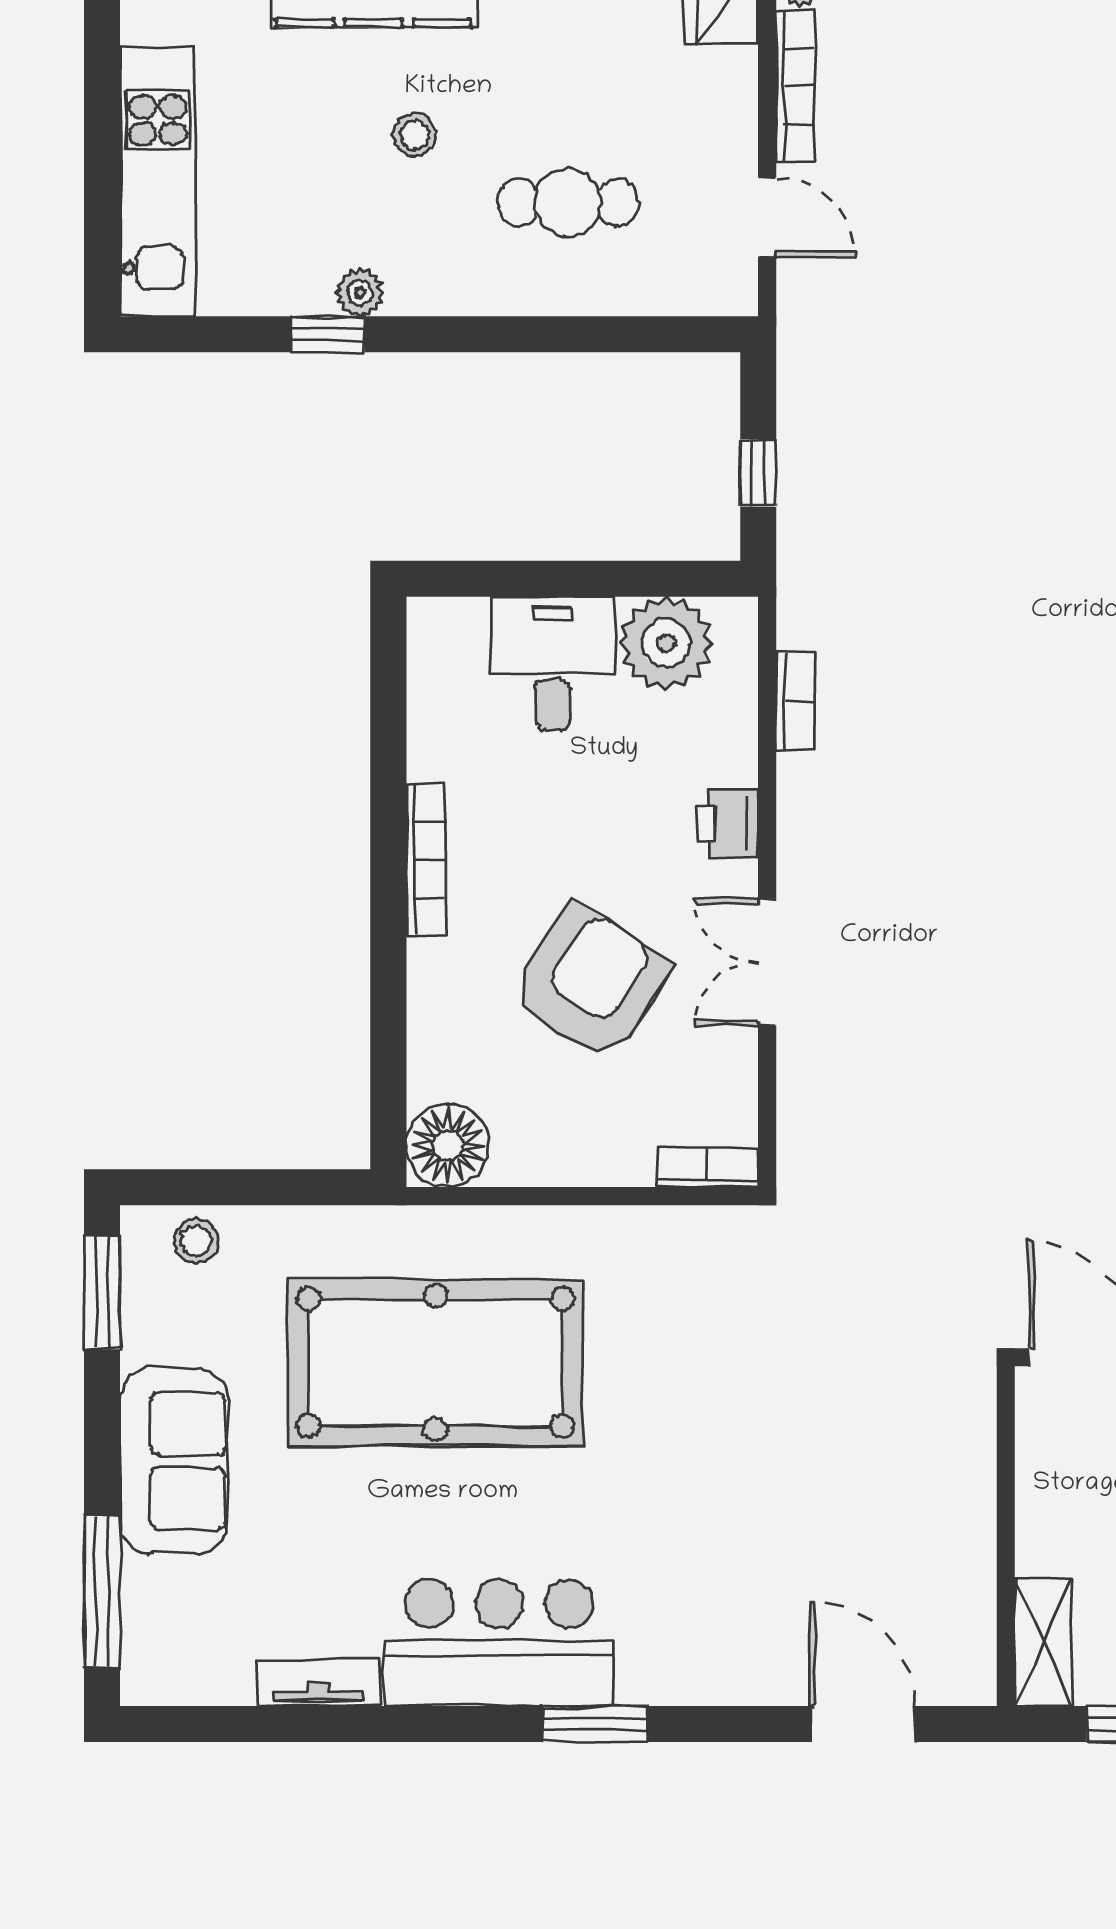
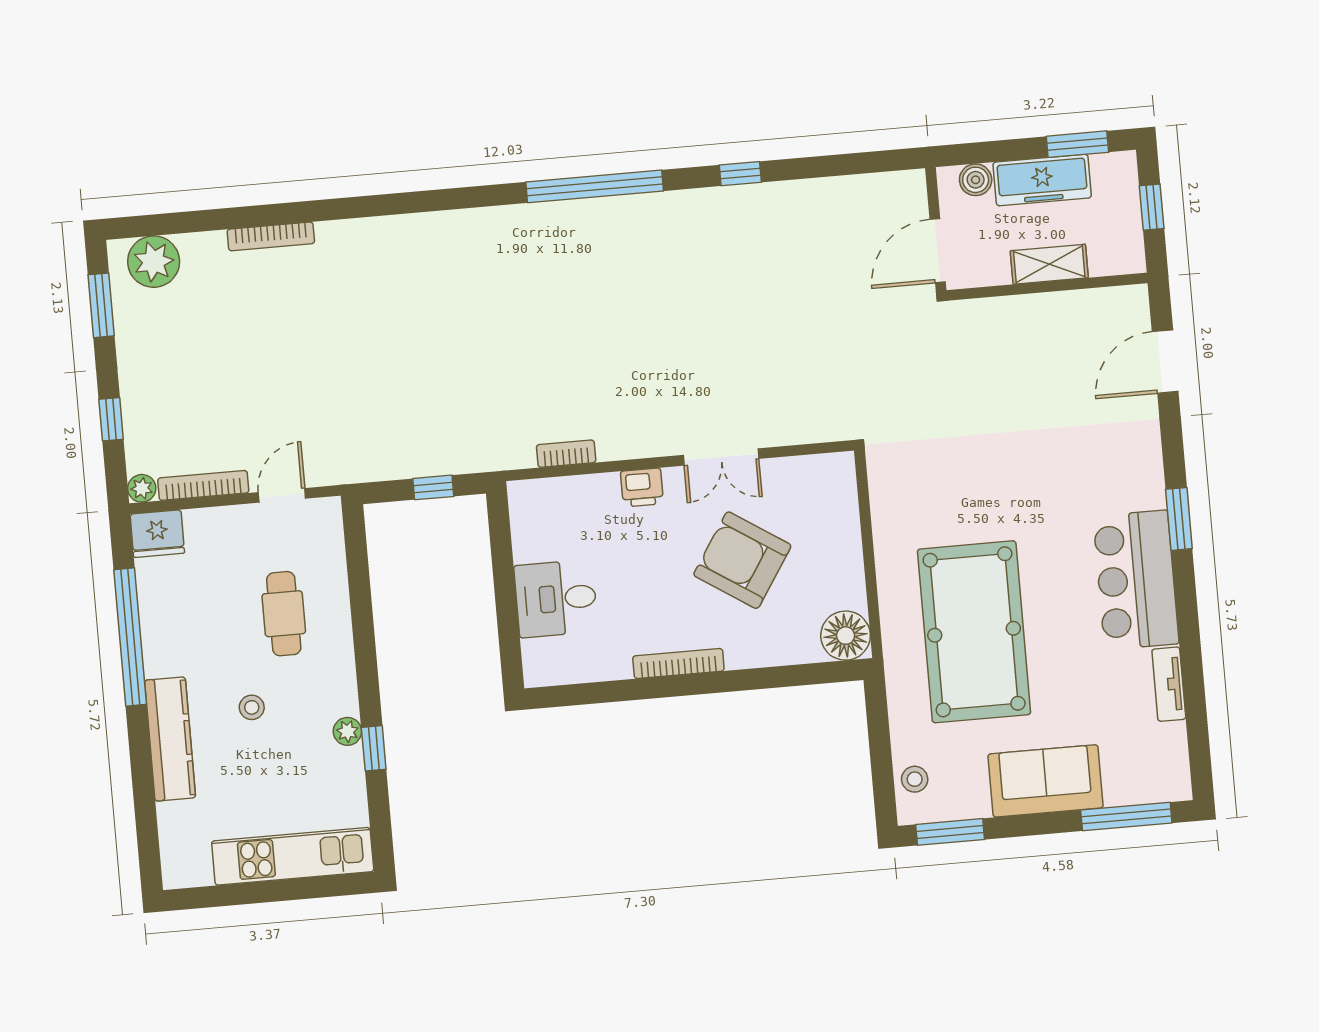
plant: (666, 643) -> (538, 533), removed
bookcase: (708, 1167) -> (845, 481), removed
shelving: (1043, 1643) -> (1049, 264), moved

